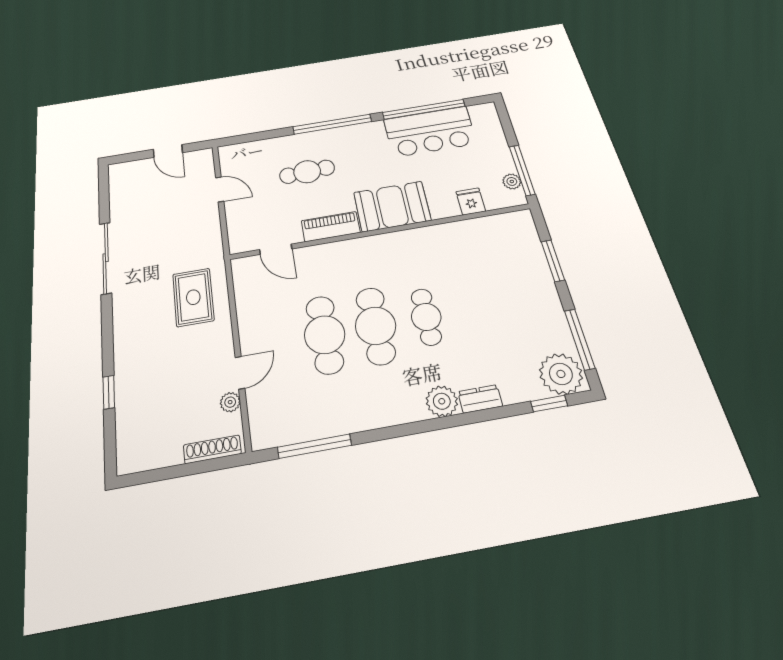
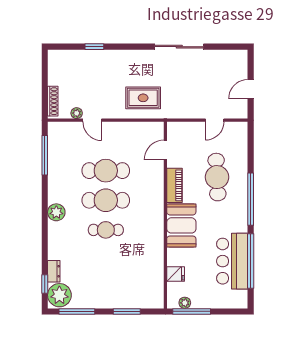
cafe table: (307, 172) -> (217, 177), width x1.37, depth x1.35
dresser: (480, 399) -> (54, 271), moved
plant: (442, 401) -> (56, 212), moved

